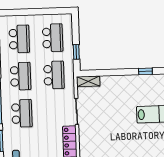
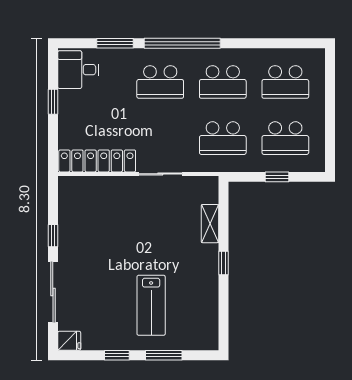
window: (76, 52) -> (277, 177), moved
window: (145, 71) -> (223, 263), moved
shelving: (88, 81) -> (210, 224), moved

